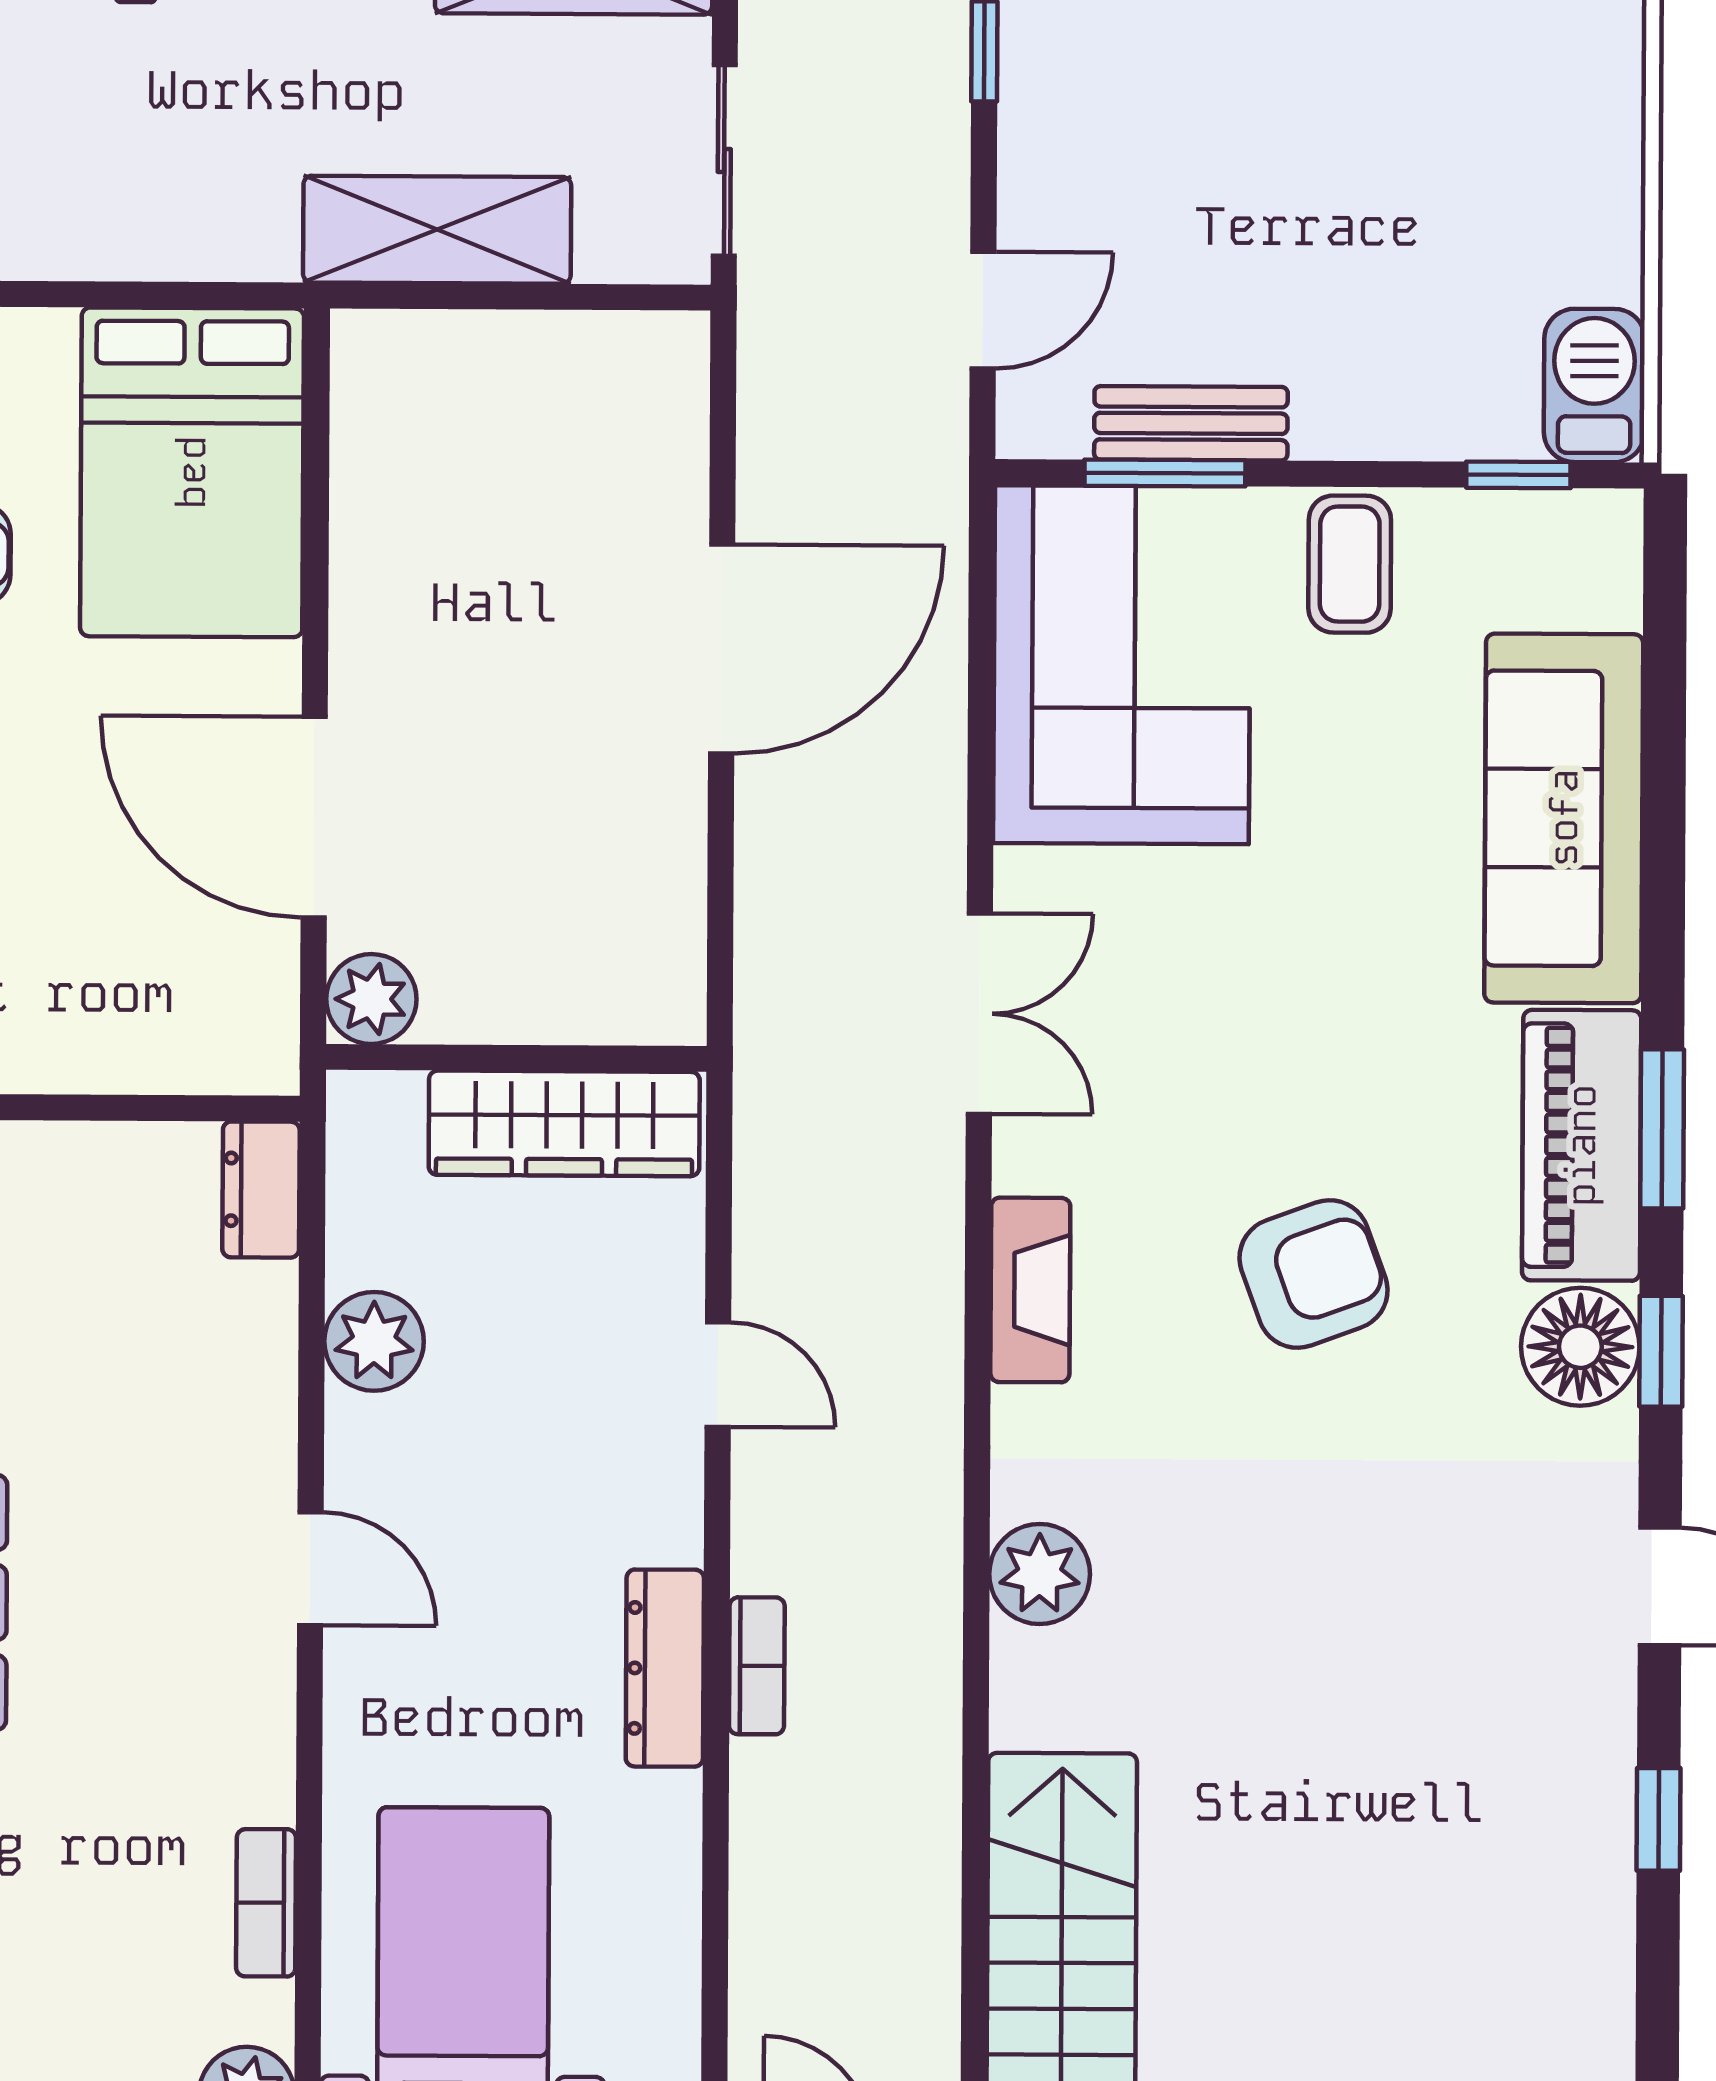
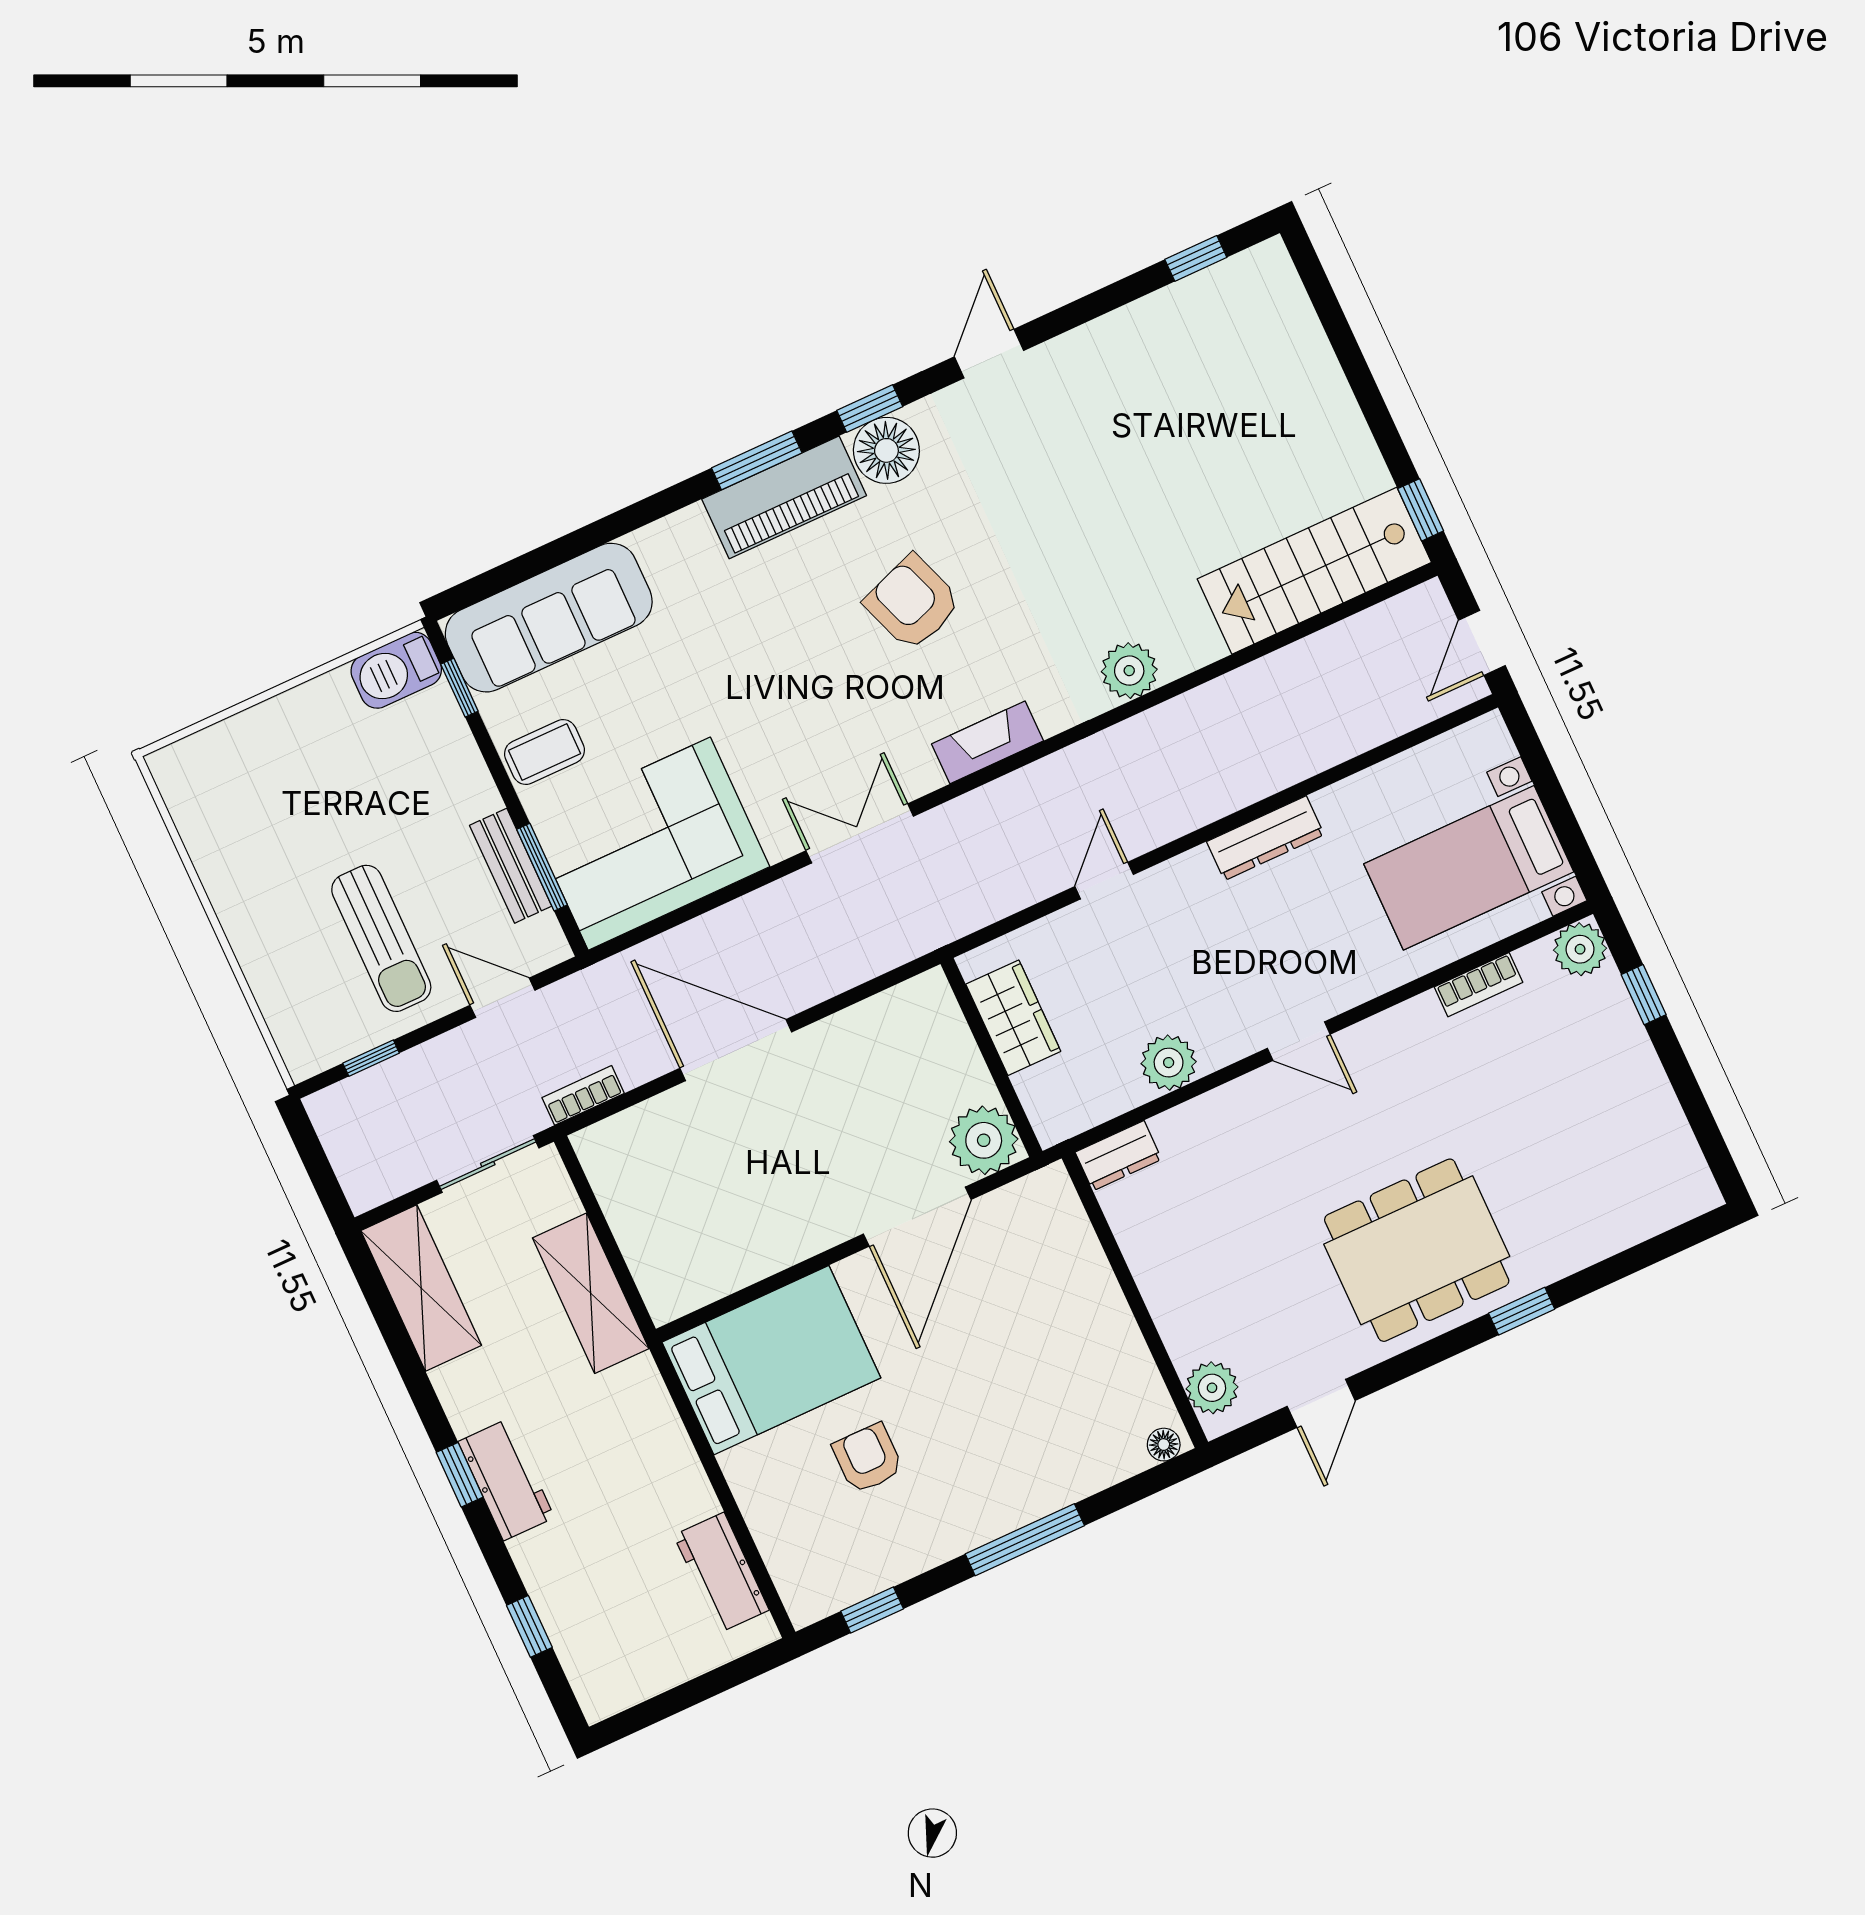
sun lounger: (1171, 158) -> (381, 938), added
sofa: (1564, 818) -> (549, 618), moved
plant: (371, 999) -> (984, 1140), width x1.36, depth x1.36
wardrobe: (564, 1123) -> (1013, 1018), width x0.67
door: (310, 1569) -> (1299, 1041), swing flipped
bookcase: (757, 1666) -> (583, 1095), moved
window: (1659, 1819) -> (1196, 258), moved

